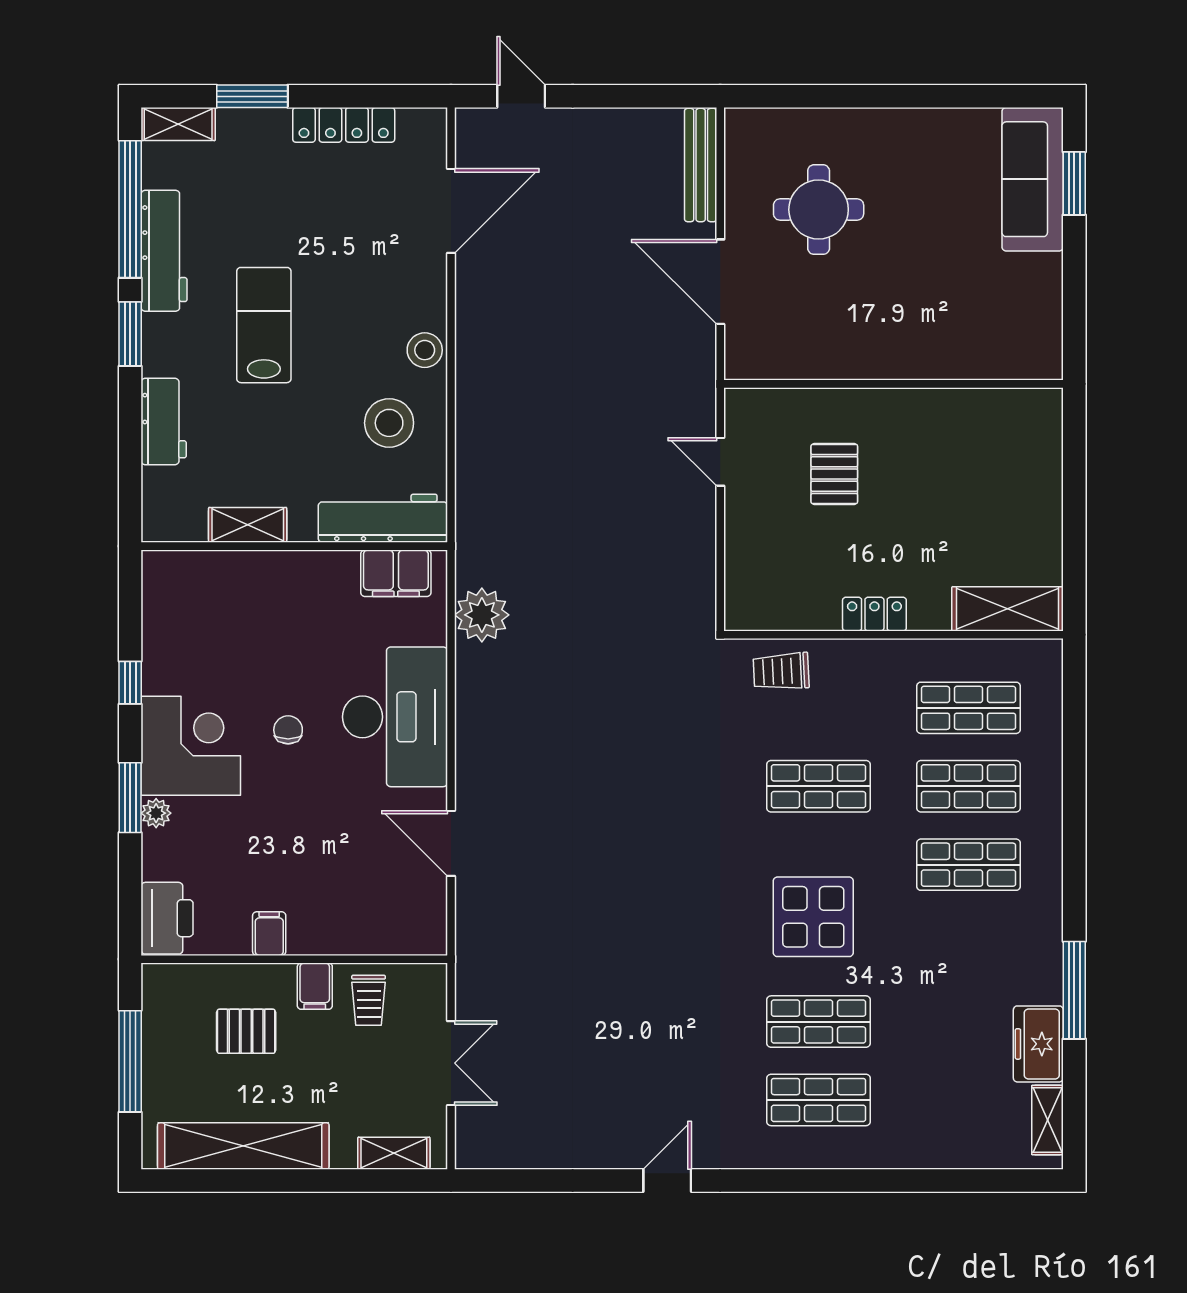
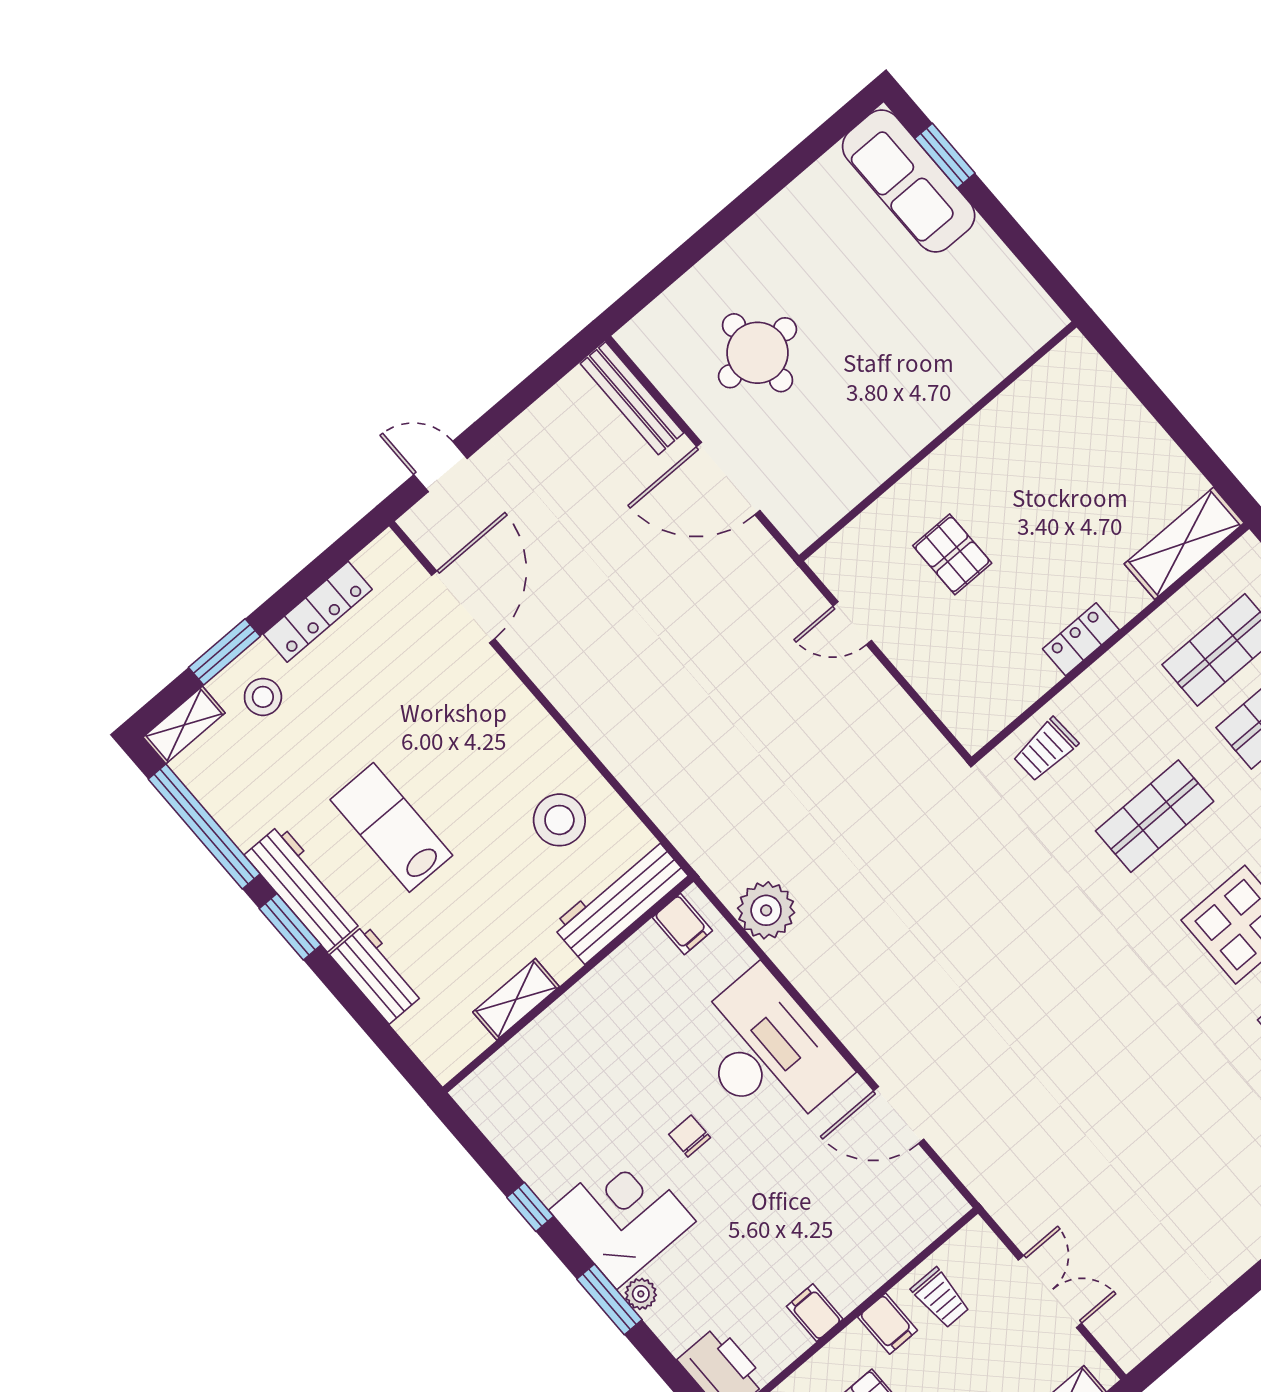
workbench: (164, 251) -> (304, 888), moved
stool: (425, 350) -> (263, 697), moved
filing cabinet: (396, 573) -> (682, 924), width x0.50

